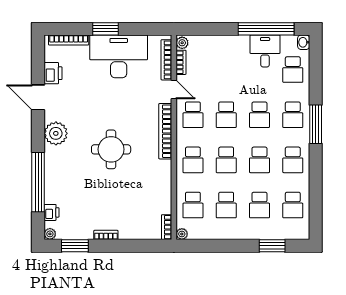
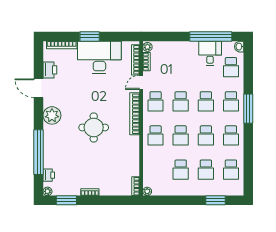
door: (174, 90) -> (141, 82), swing flipped
school desk: (193, 205) -> (156, 170), removed

